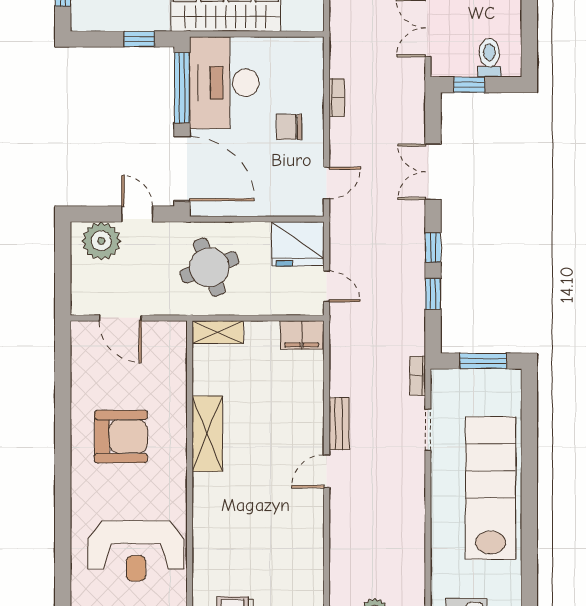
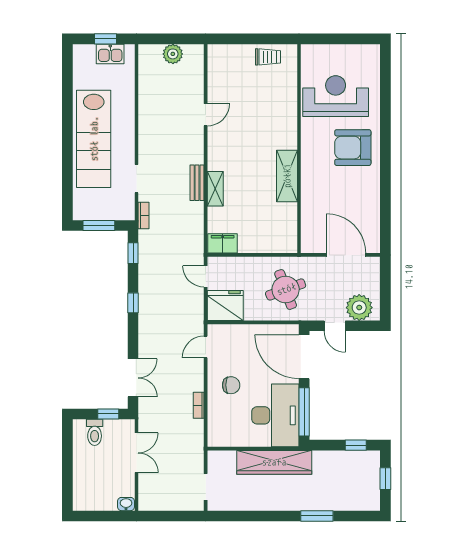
window: (139, 39) -> (356, 445), moved
double door: (433, 172) -> (133, 378), moved
window: (433, 294) -> (133, 253), moved
door: (120, 318) -> (346, 255), width x1.36
shelving: (218, 332) -> (215, 189), moved, turned 90
armchair: (121, 437) -> (353, 148), moved
door: (327, 471) -> (206, 115), moved

